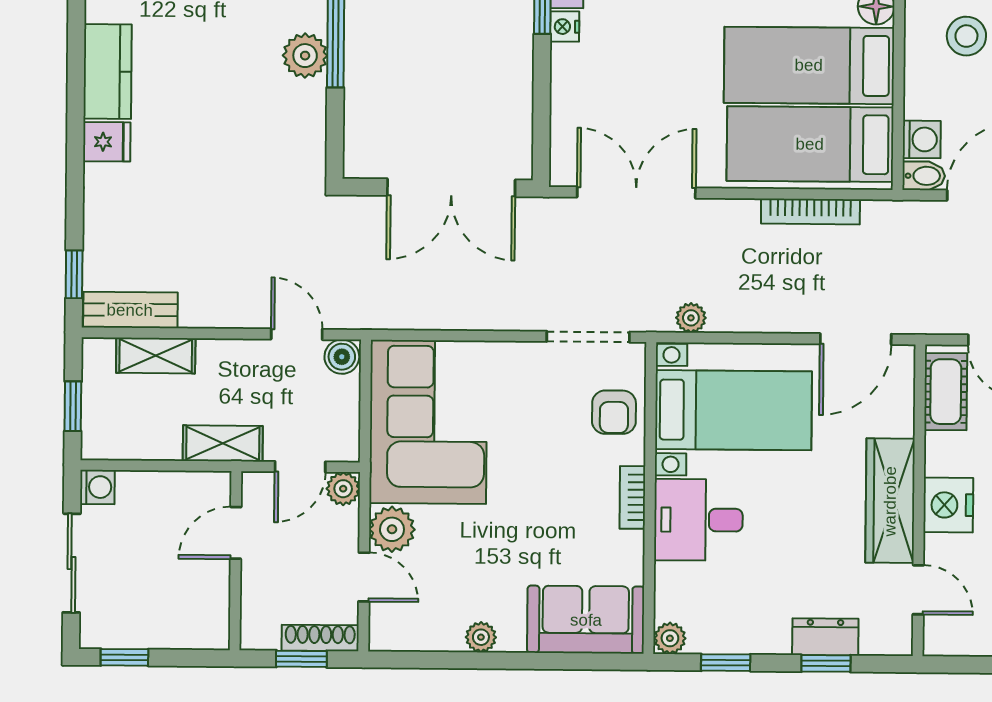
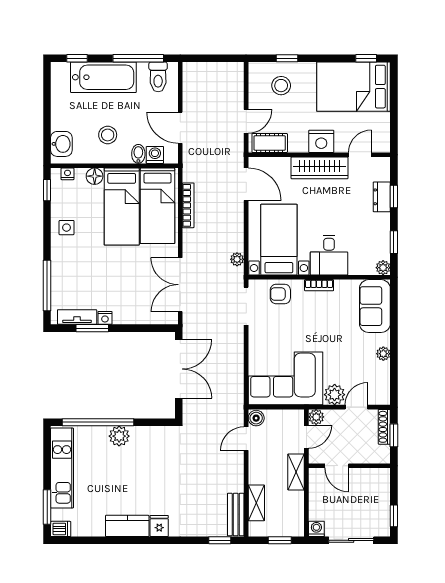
bidet: (924, 176) -> (138, 154), moved
armchair: (614, 412) -> (280, 294), turned 180
door: (300, 467) -> (306, 437), hinge flipped

